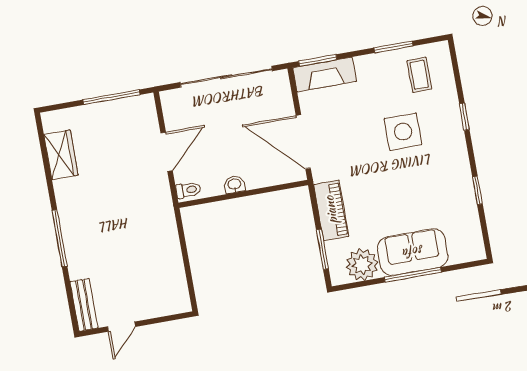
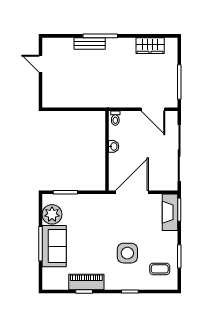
door: (167, 152) -> (153, 109), moved
piano: (331, 210) -> (86, 282), moved, turned 180
bench: (84, 305) -> (90, 43), moved

